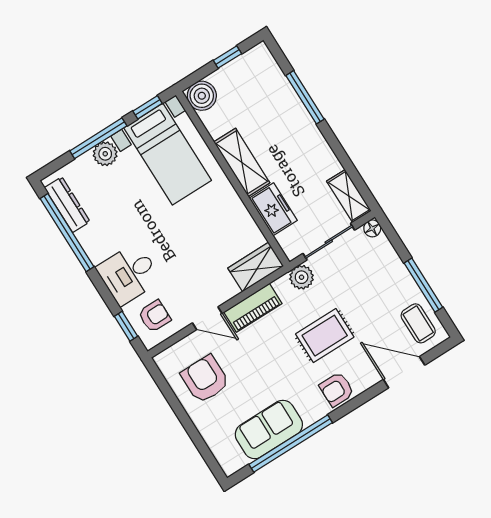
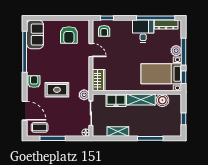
boiler: (202, 96) -> (162, 100), moved
shelving: (349, 196) -> (118, 131), moved
desk: (129, 274) -> (143, 31), moved
piano: (253, 308) -> (84, 69), removed
door: (207, 318) -> (91, 50), swing flipped
rug: (325, 336) -> (57, 90), turned 90
door: (404, 372) -> (25, 111), hinge flipped
armchair: (205, 379) -> (69, 35), turned 90
sofa: (269, 429) -> (35, 34), moved

